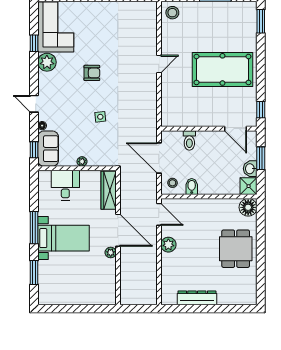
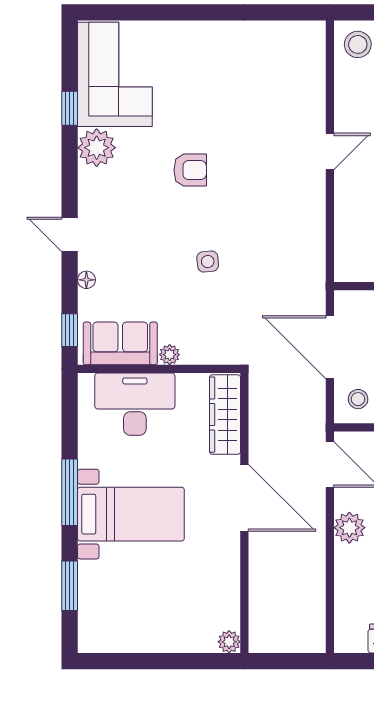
sofa: (48, 149) -> (120, 343), moved, turned -90
desk: (65, 185) -> (135, 404), width x1.37
plant: (111, 253) -> (229, 642), moved

